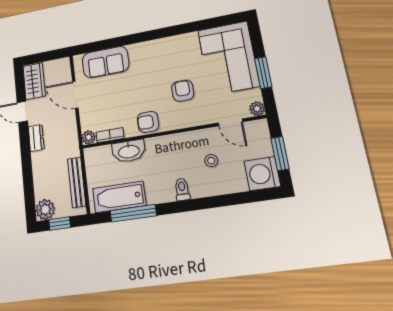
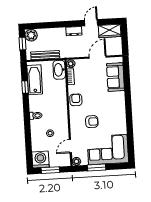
washbasin: (129, 151) -> (59, 70), moved
window: (133, 213) -> (25, 87), width x0.46

